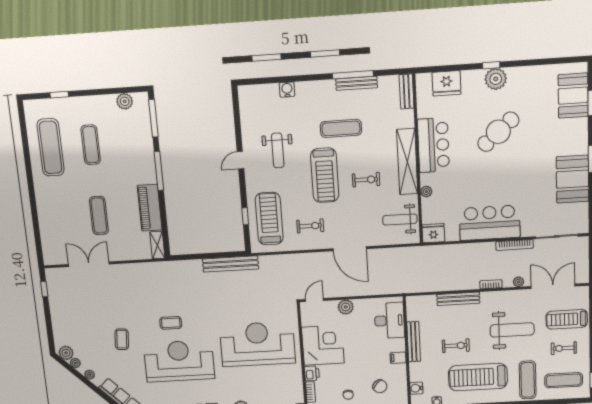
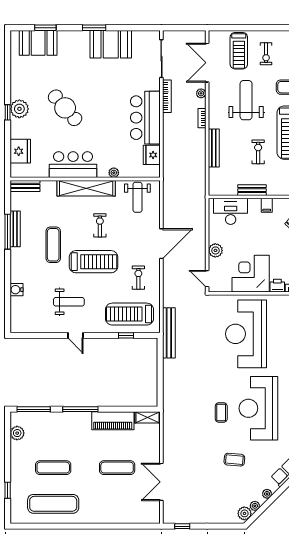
fridge: (433, 233) -> (152, 155), moved
bench: (230, 264) -> (169, 333), moved
bench: (414, 342) -> (252, 190), width x0.73

